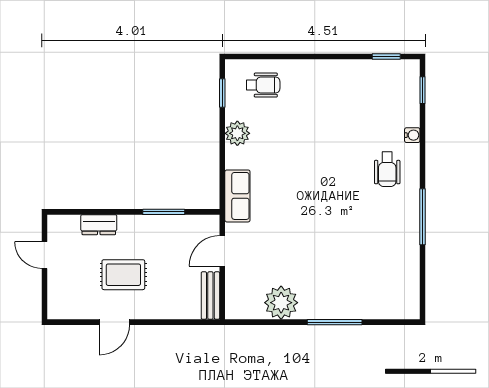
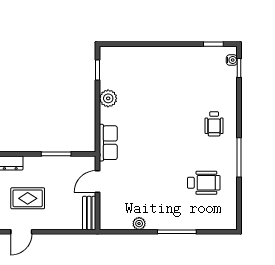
wheelchair: (263, 85) -> (204, 183), moved, width x1.36, depth x1.37
water cooler: (412, 135) -> (232, 60), moved
plant: (281, 303) -> (139, 224), width x0.53, depth x0.53

